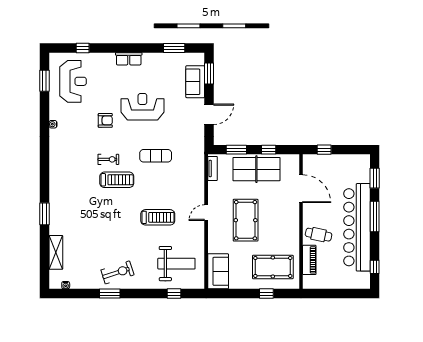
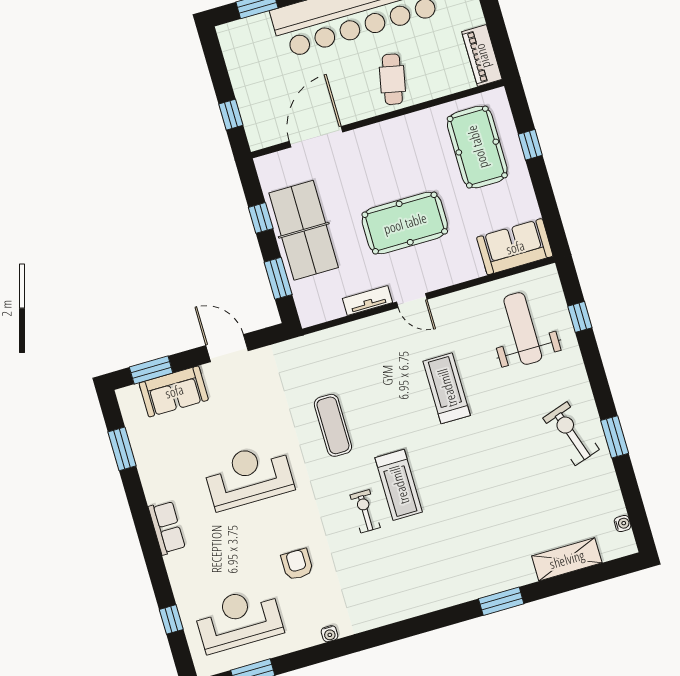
reception desk: (142, 107) -> (249, 476), turned 90
armchair: (105, 120) -> (297, 564), moved
tv unit: (213, 168) -> (368, 300), moved
treadmill: (117, 180) -> (399, 485), turned 180
piano: (309, 260) -> (482, 56), moved, turned -90

